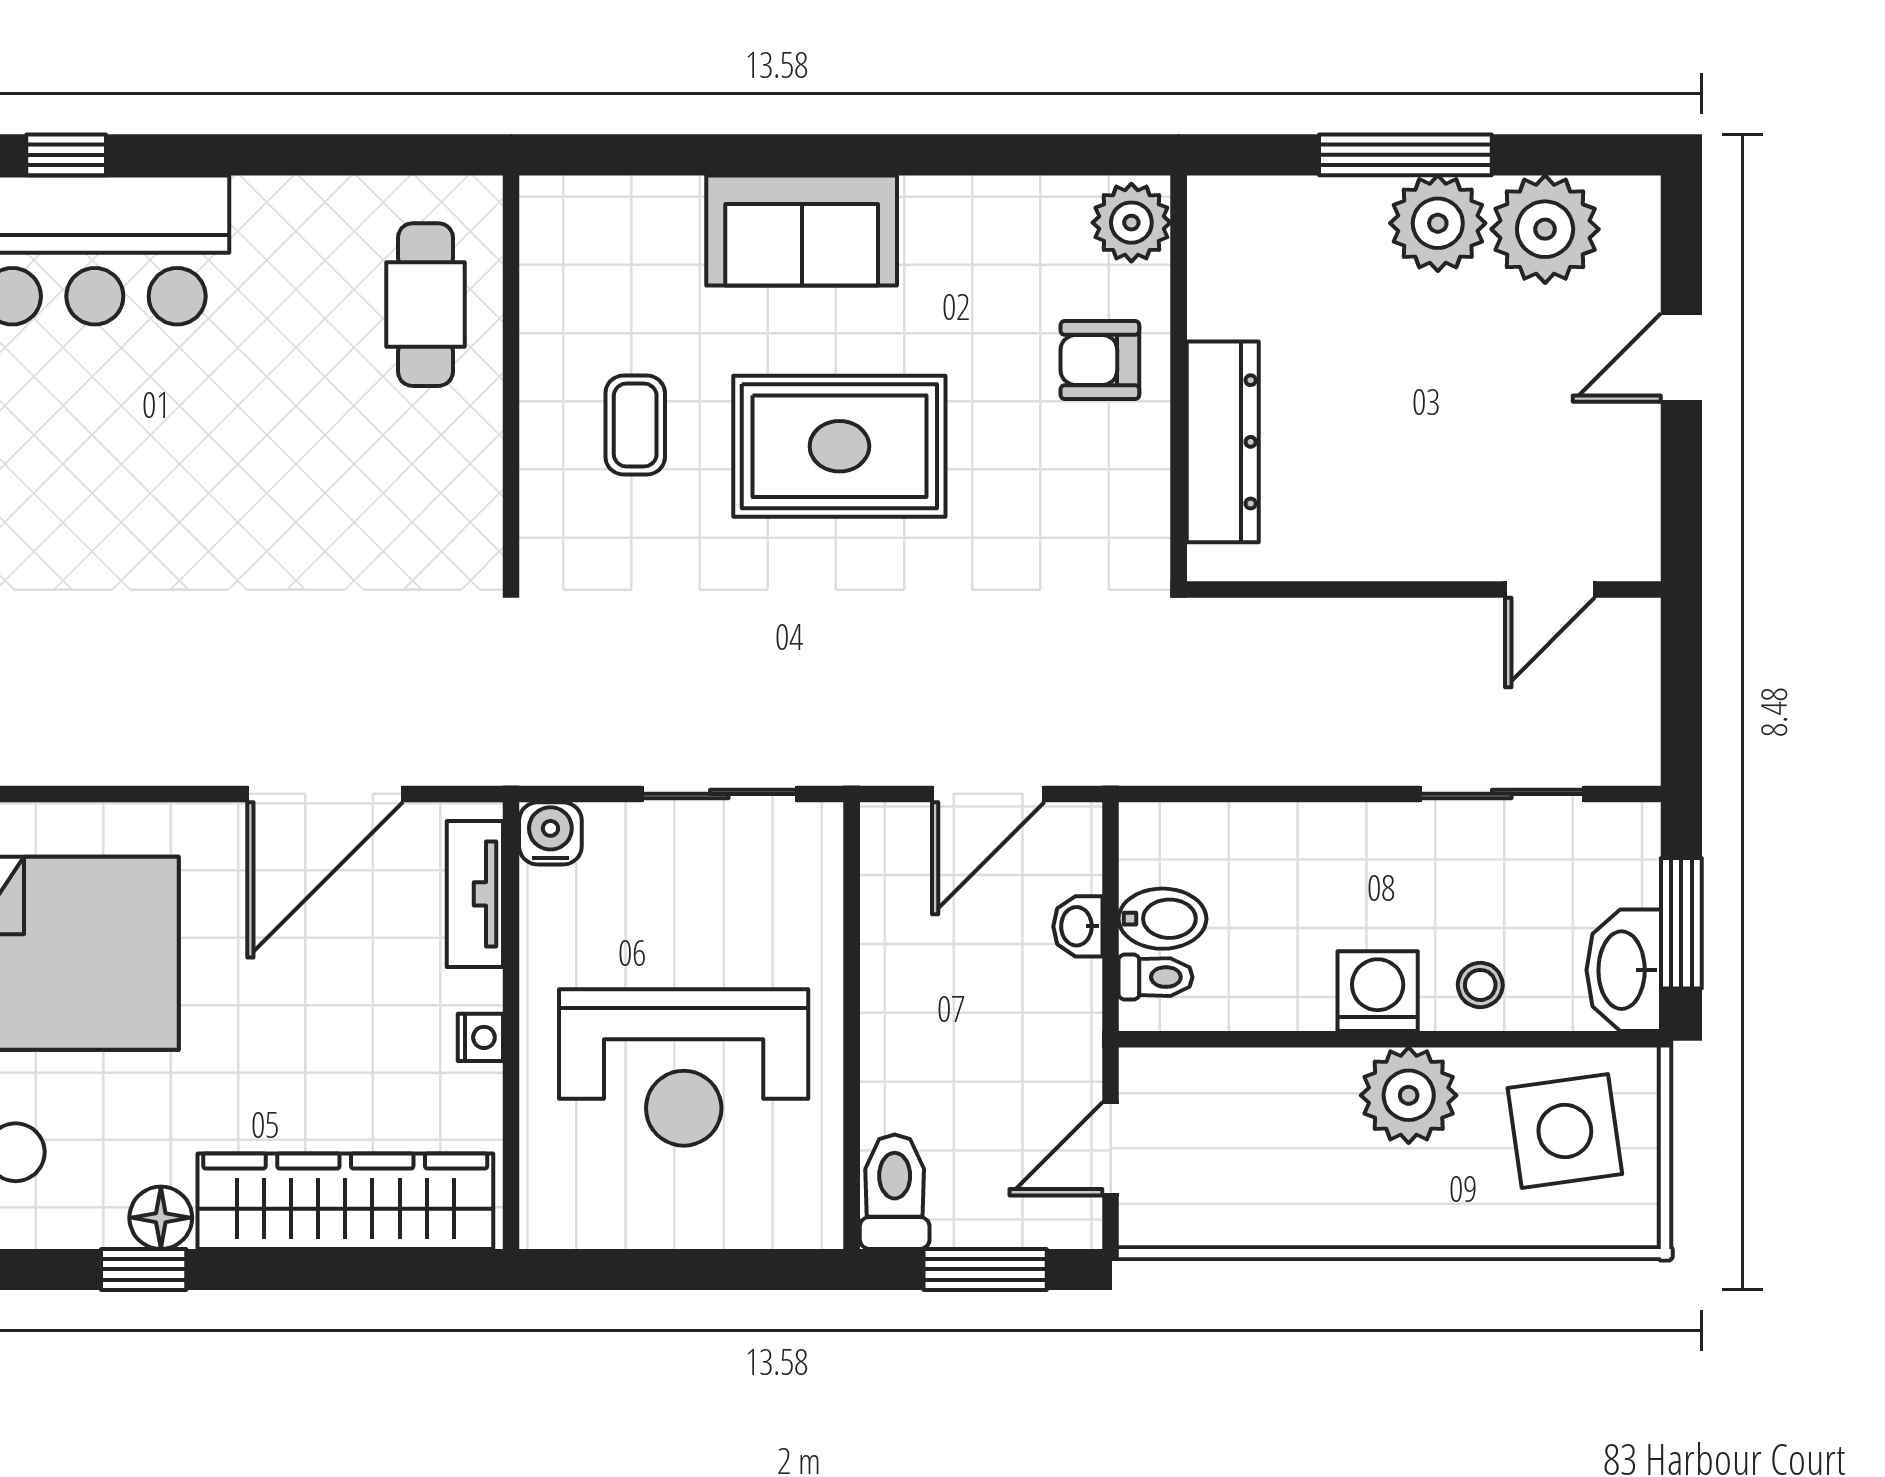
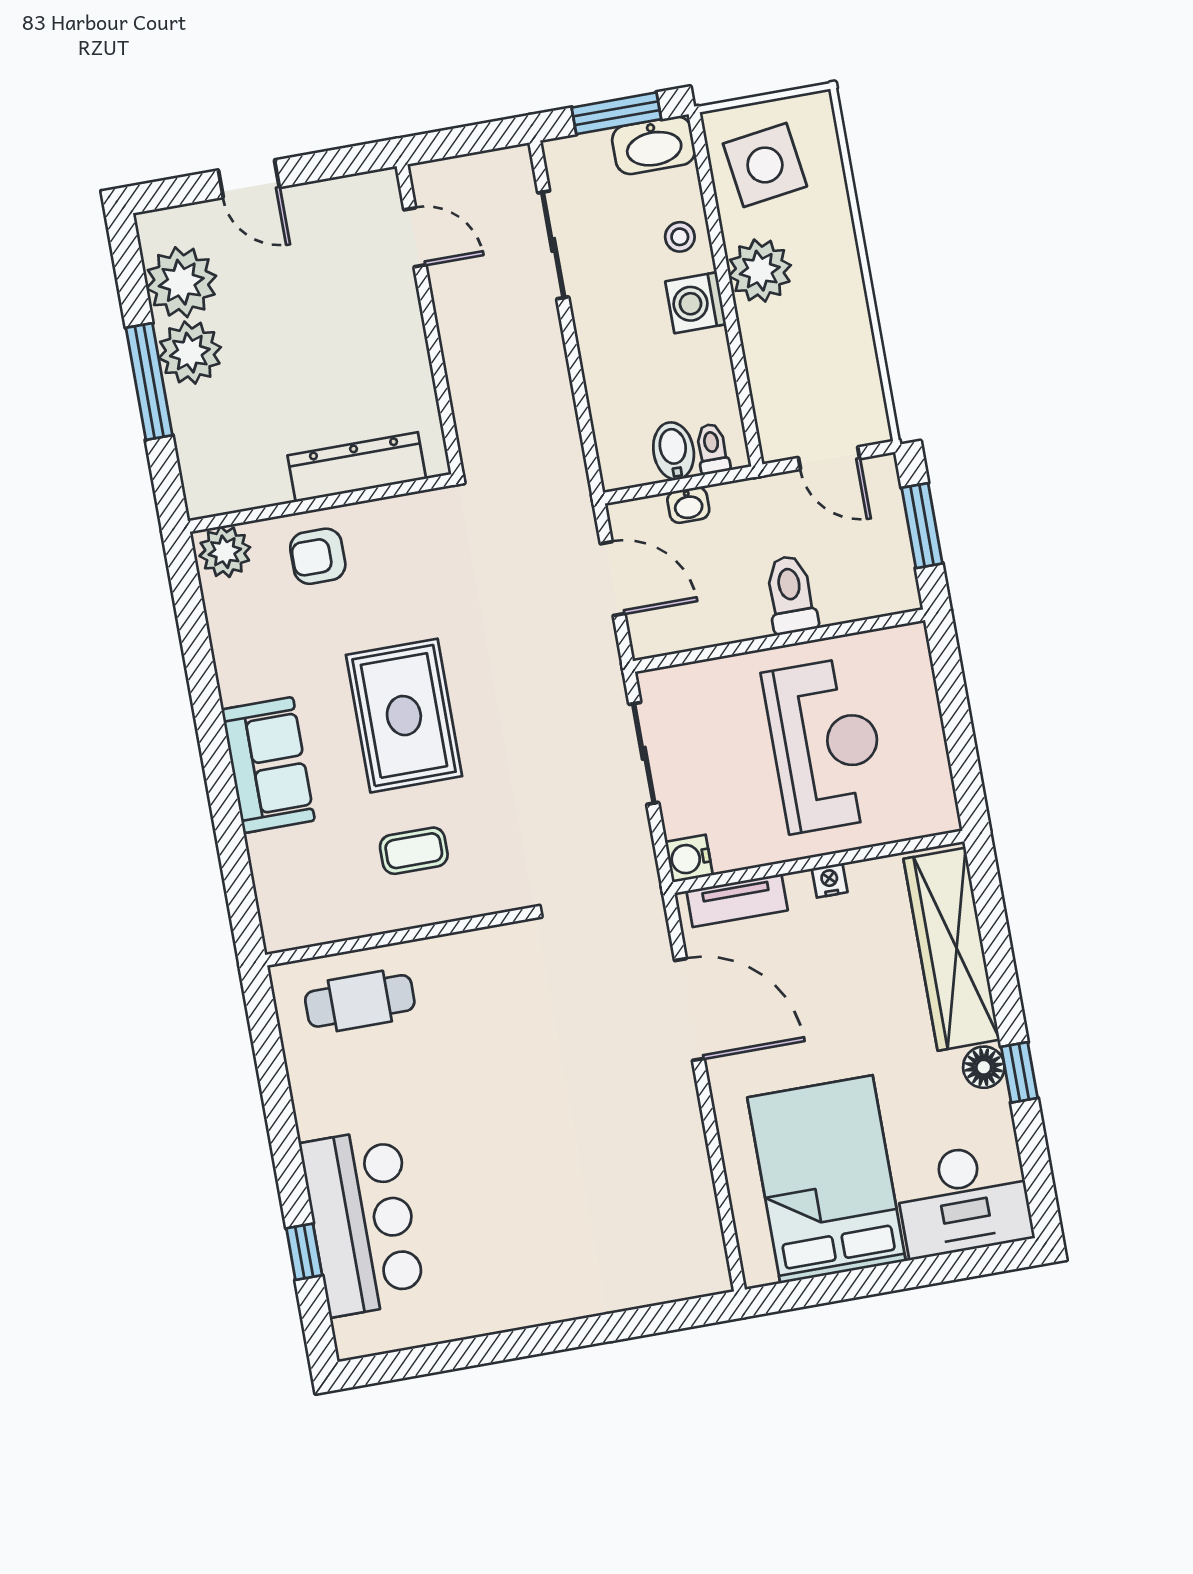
armchair: (1100, 360) -> (318, 556), turned 90
toilet: (895, 1192) -> (791, 595), moved, turned 90

